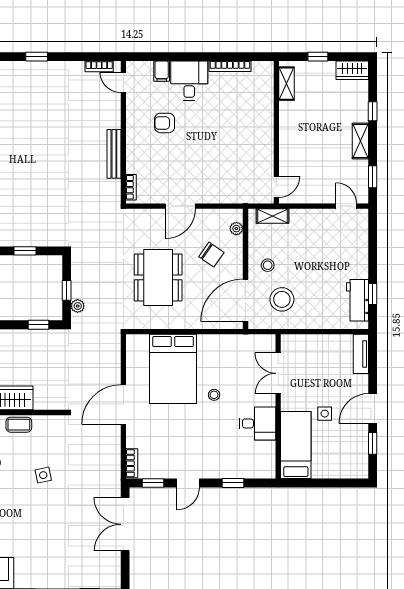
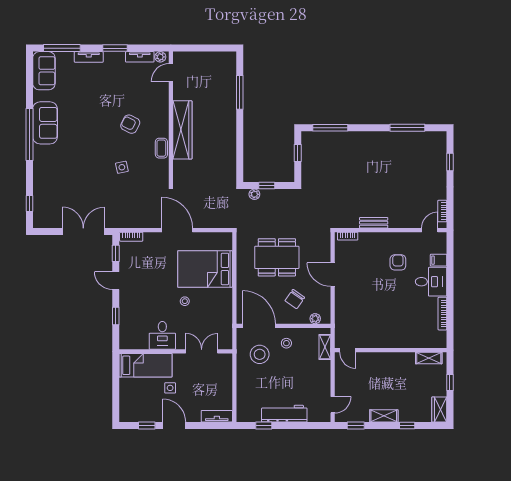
bench: (114, 154) -> (374, 223), width x0.73
workbench: (358, 300) -> (284, 414), moved, width x1.37
window: (38, 325) -> (240, 164), removed

